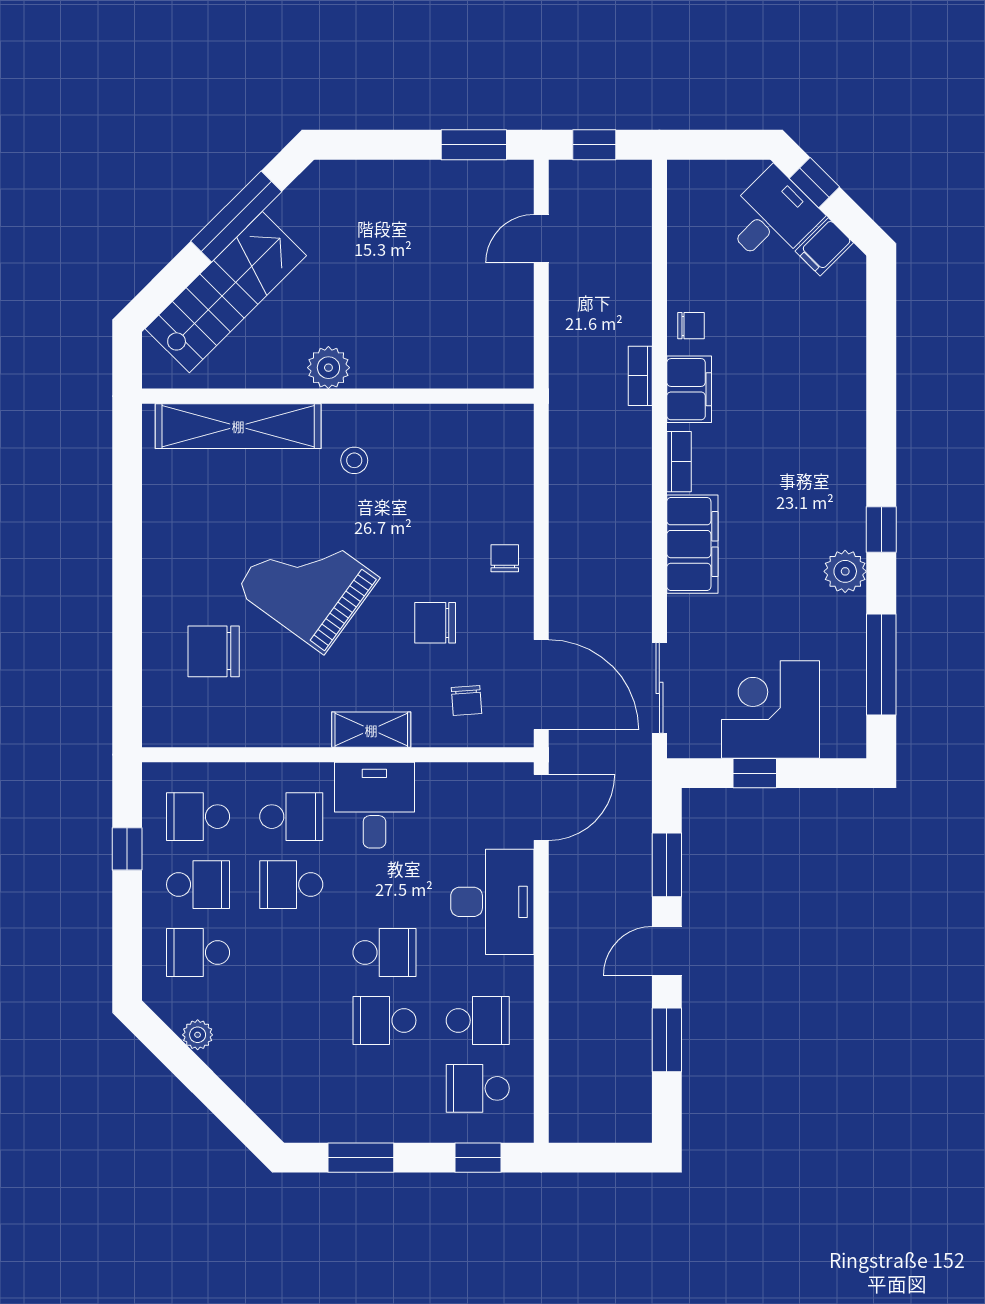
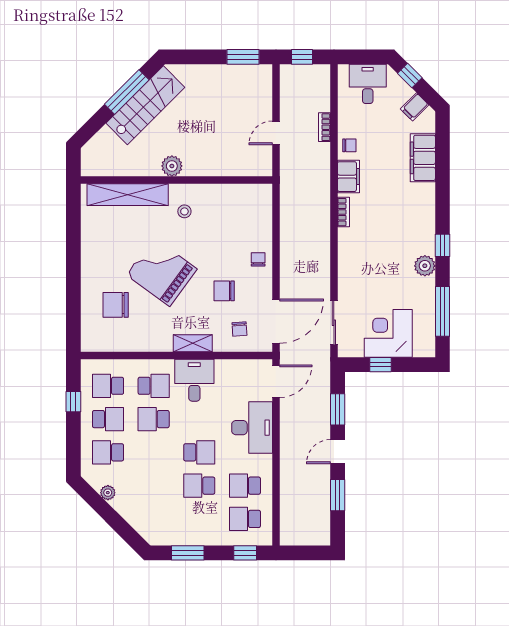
desk: (771, 218) -> (368, 84), moved, turned -45
door: (541, 239) -> (276, 133), moved
stairs: (226, 292) -> (145, 105), moved
bookcase: (640, 376) -> (324, 127), moved
filing cabinet: (692, 544) -> (423, 158), moved, turned 180
door: (541, 685) -> (276, 321), hinge flipped
school desk: (478, 1020) -> (245, 486), turned 180

